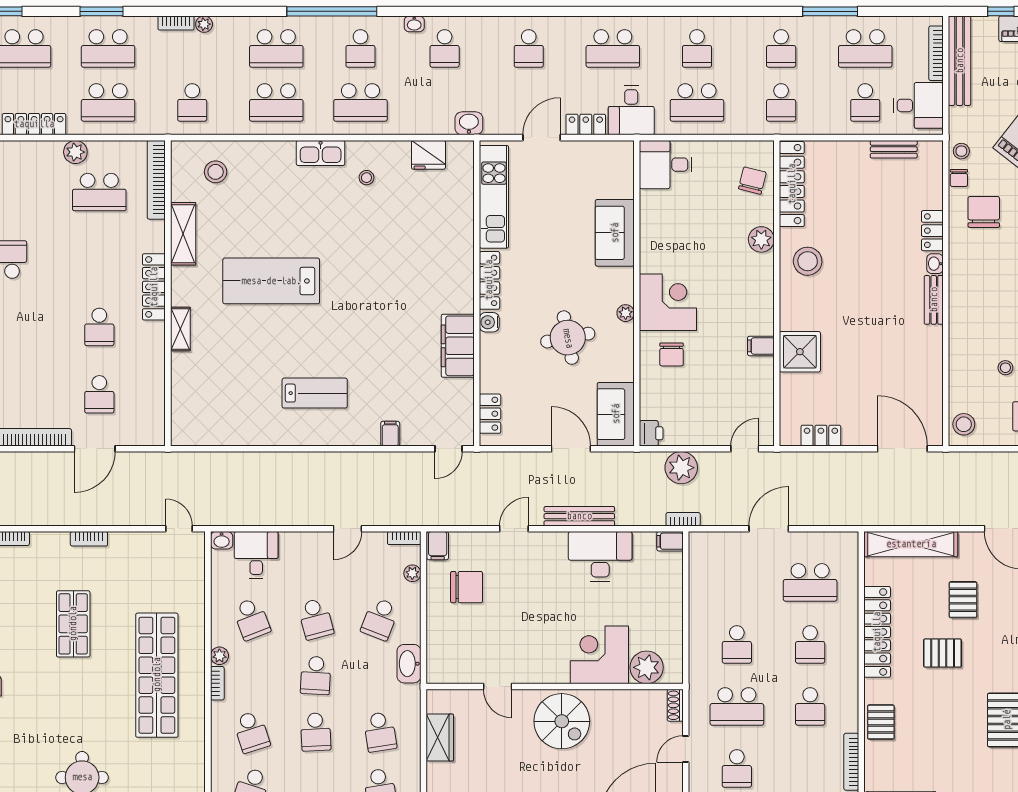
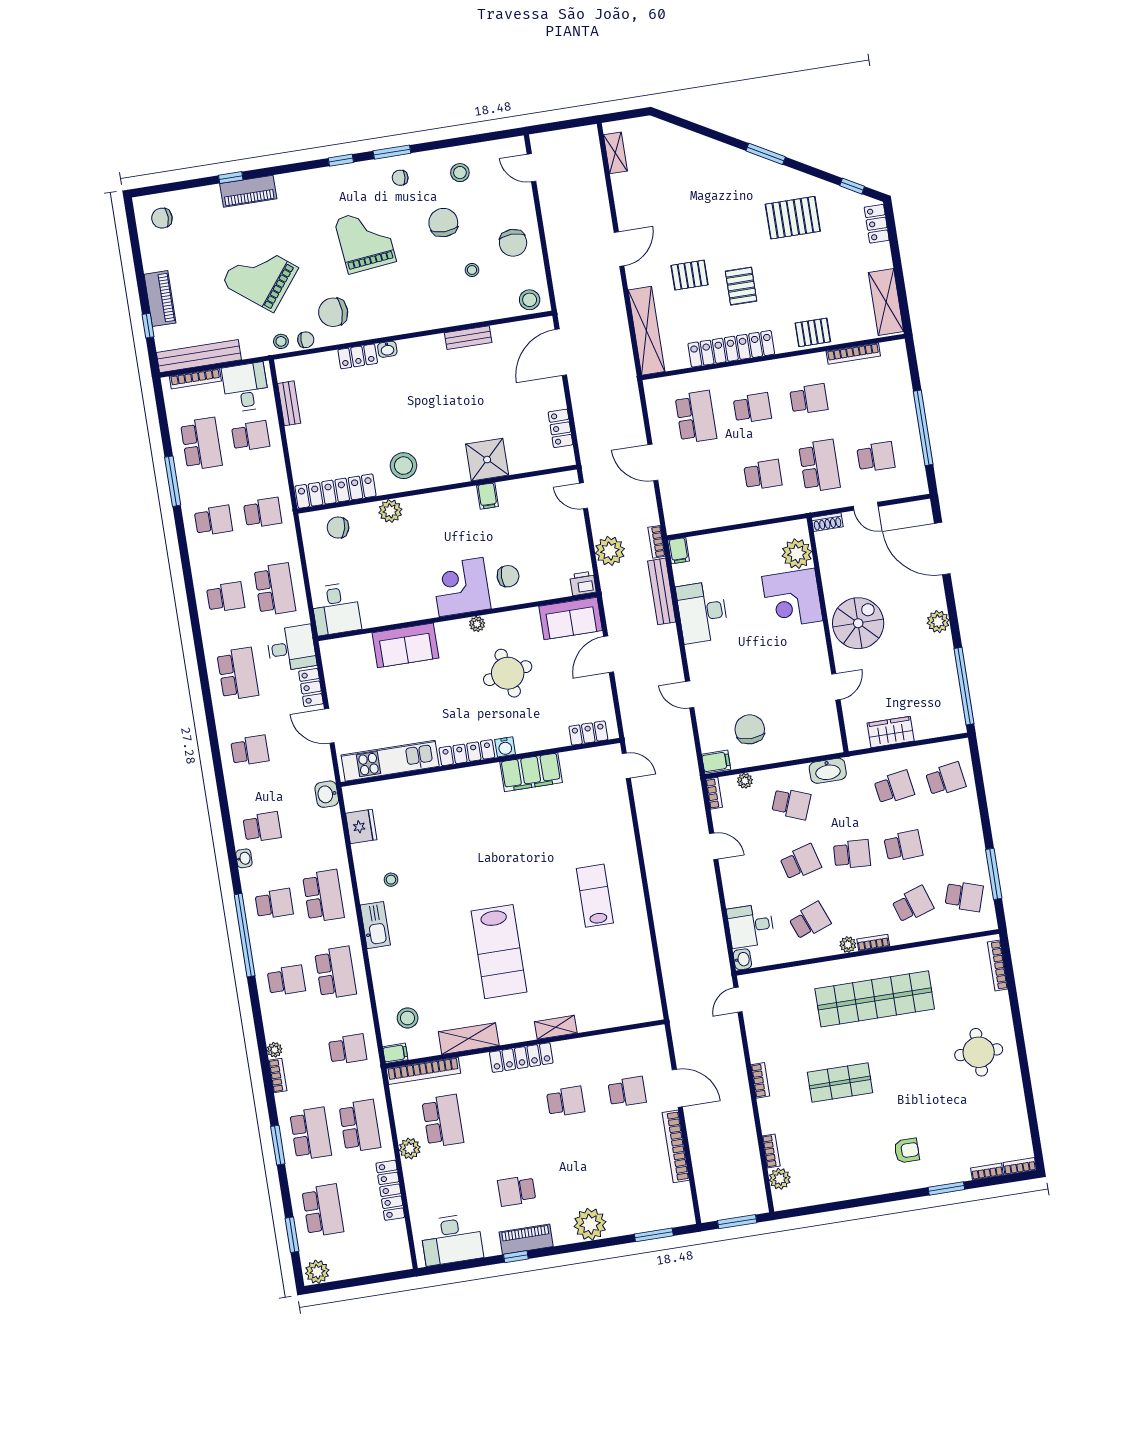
school desk: (276, 48) -> (286, 980), width x0.54
bench: (934, 300) -> (468, 338), moved
filing cabinet: (390, 434) -> (395, 1053), moved, turned 180
bench: (579, 516) -> (662, 591), moved

